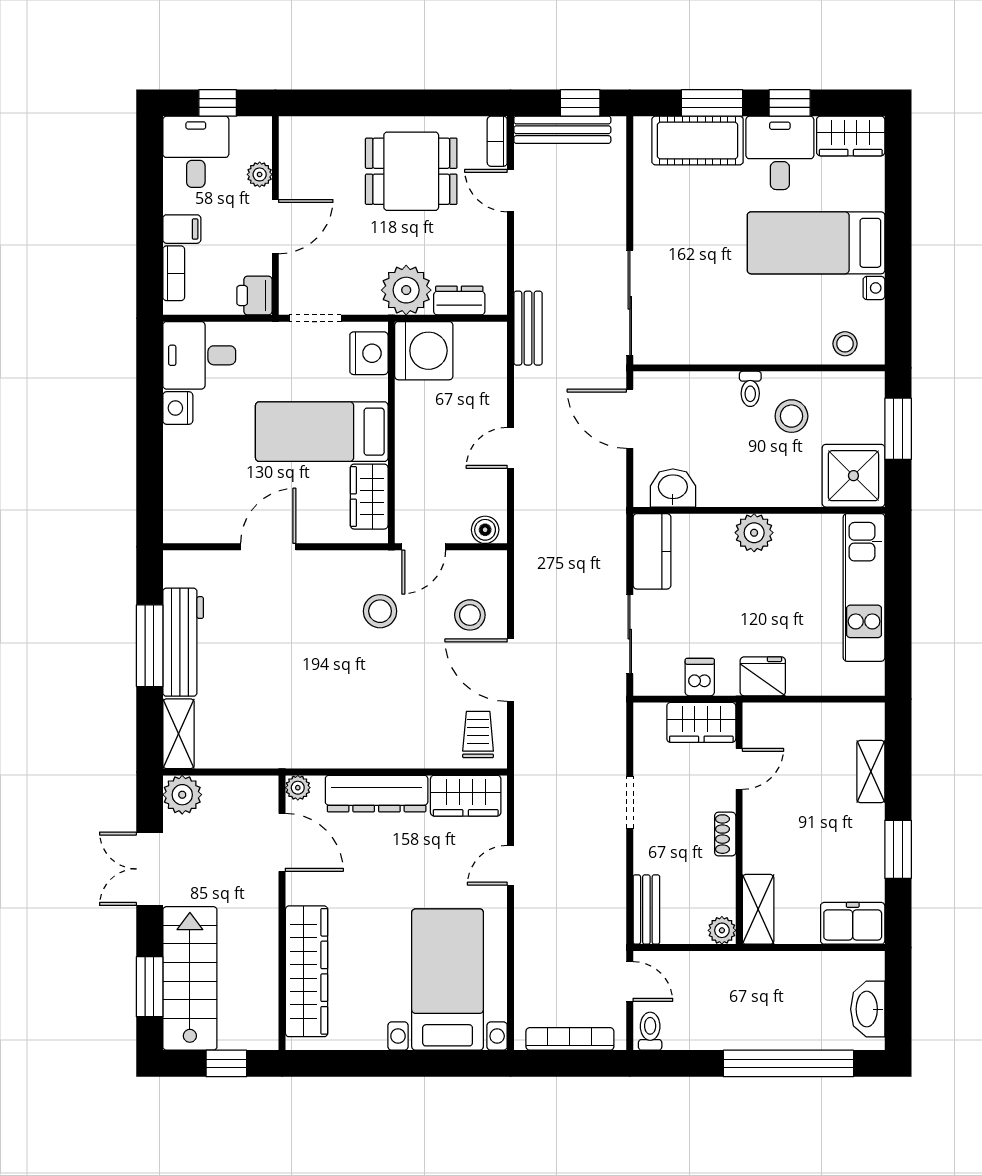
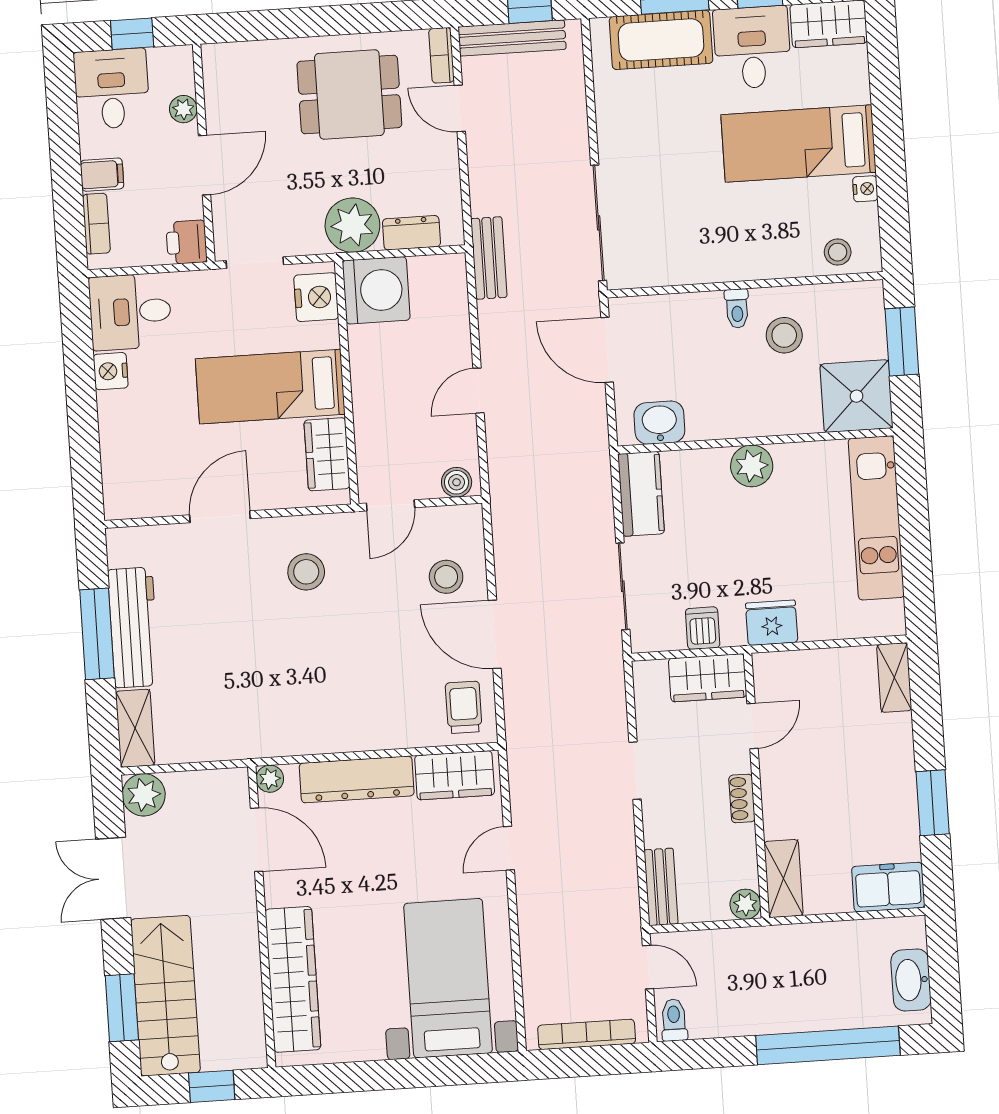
stool: (380, 611) -> (306, 572), moved
shelving: (871, 772) -> (894, 678), moved

